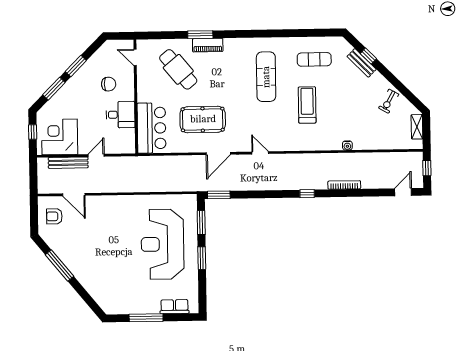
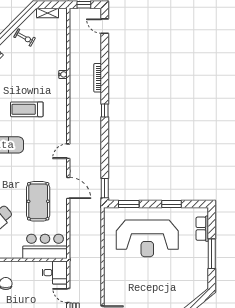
desk: (121, 115) -> (55, 273), moved, turned 90
window: (202, 258) -> (172, 204), moved

